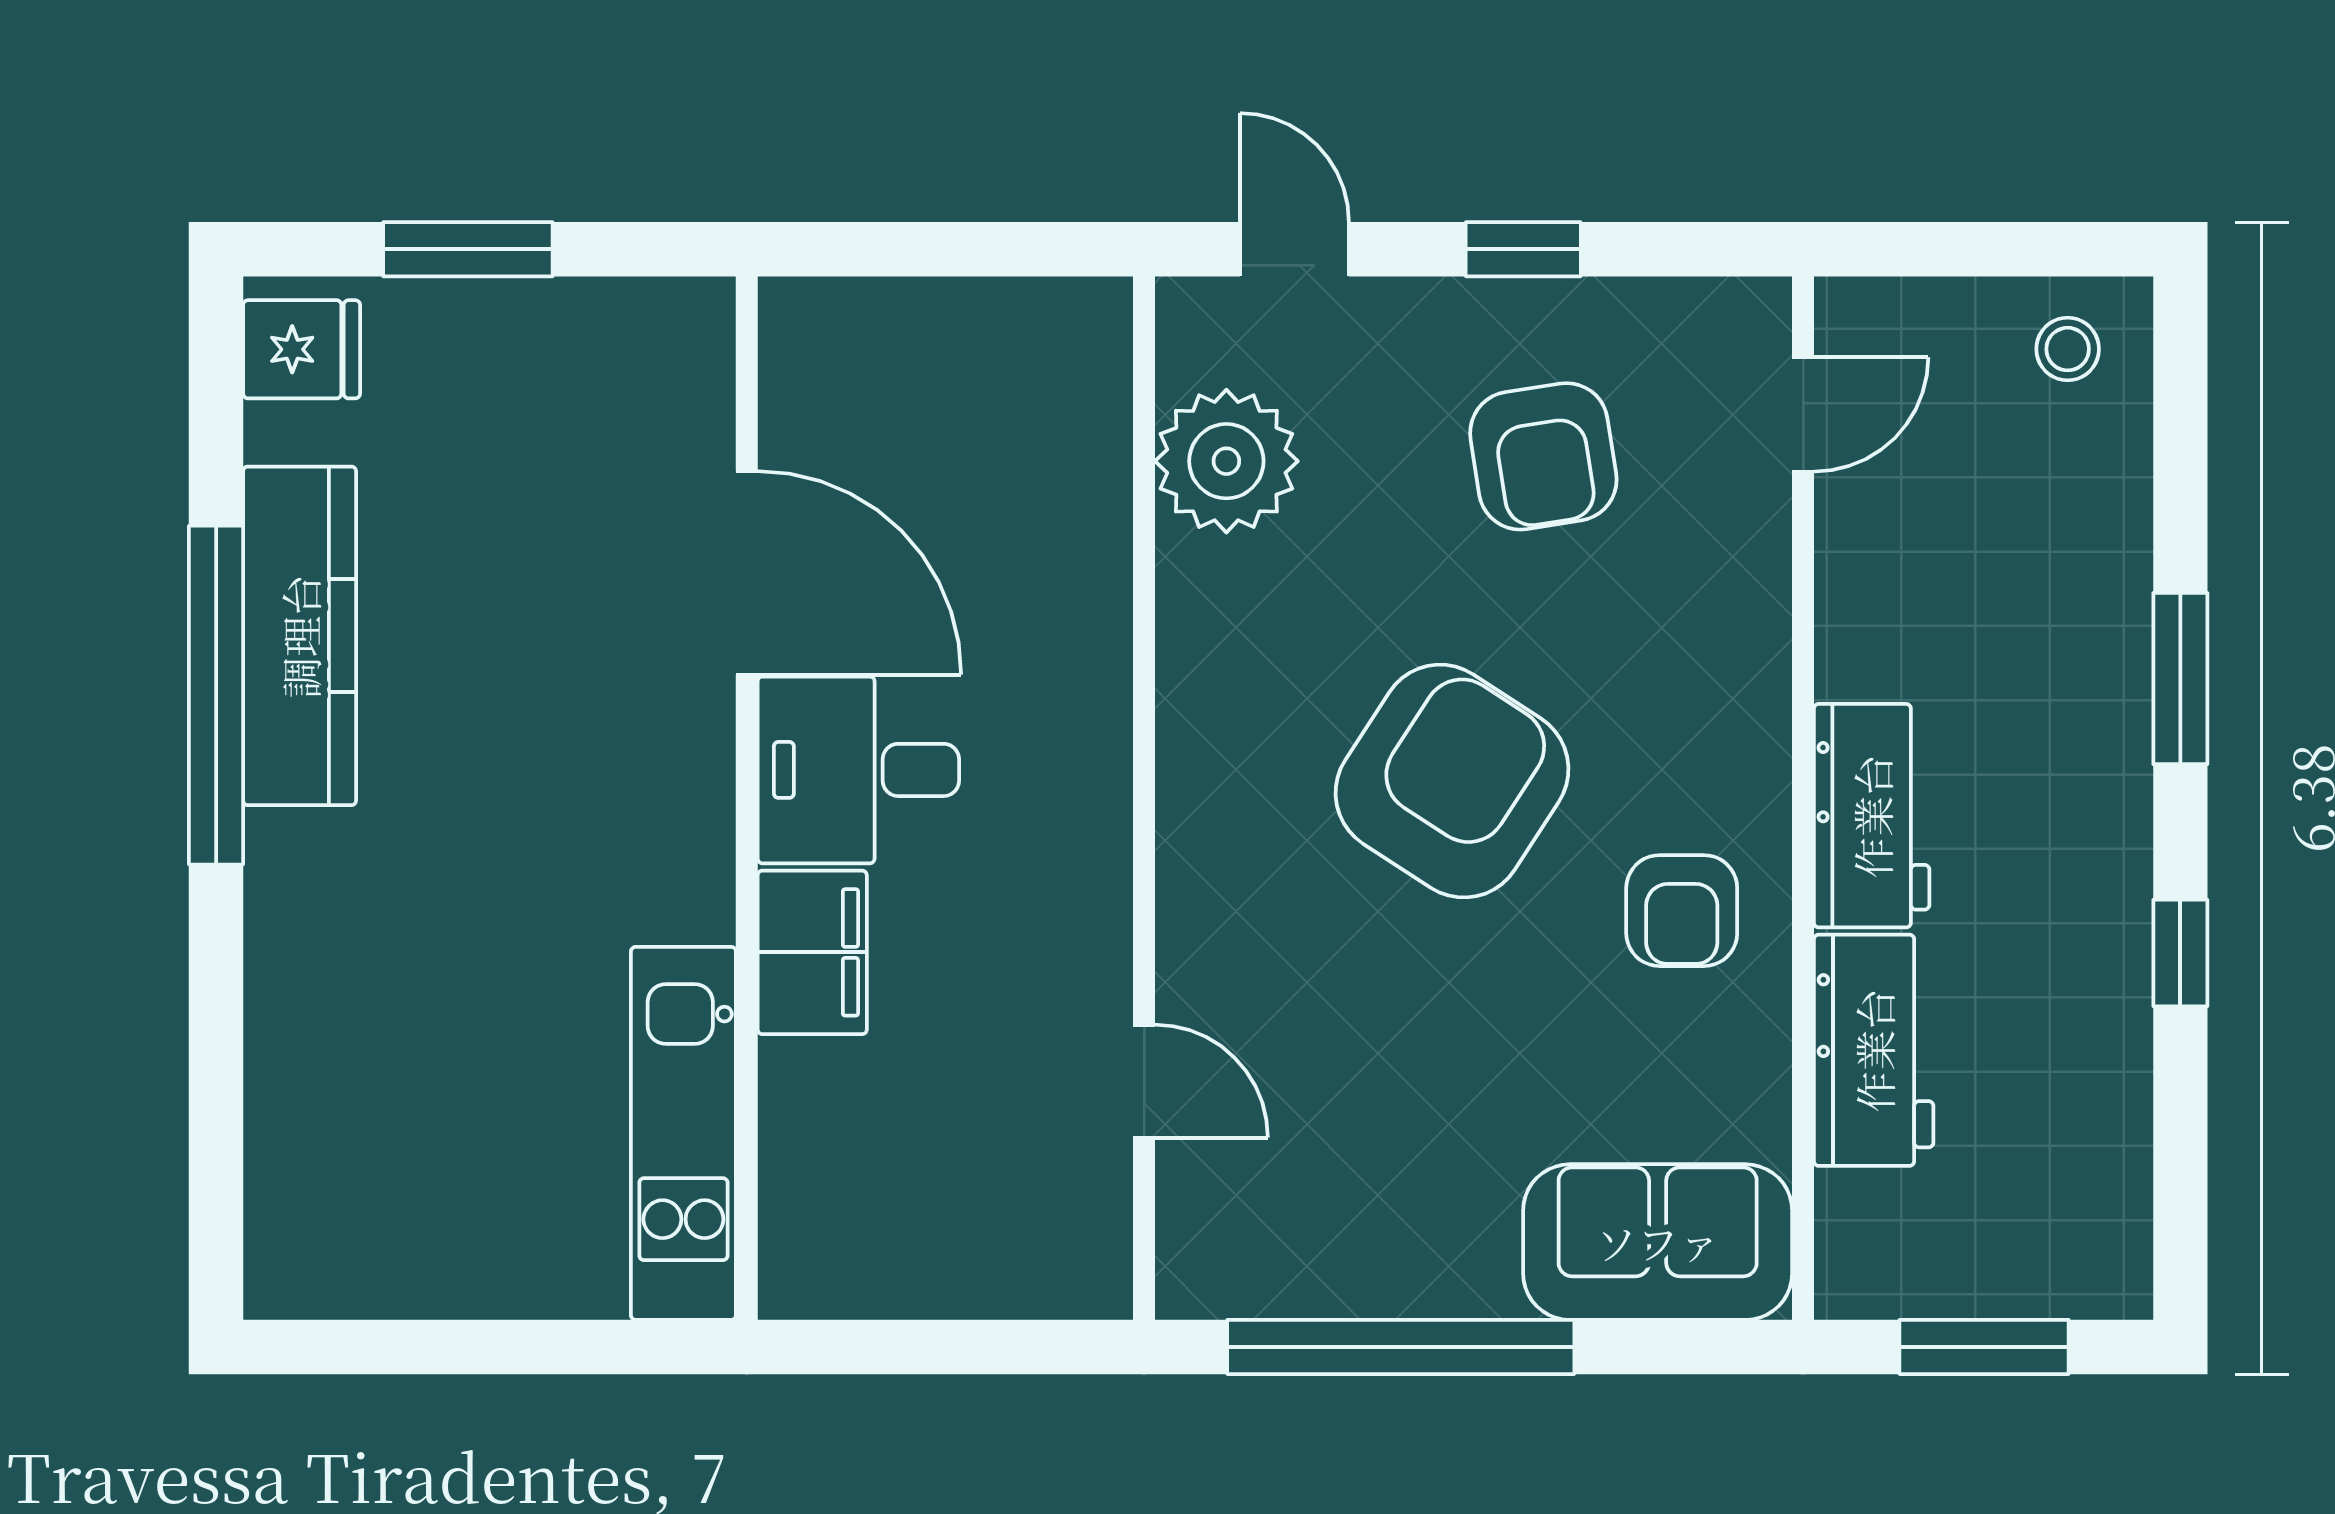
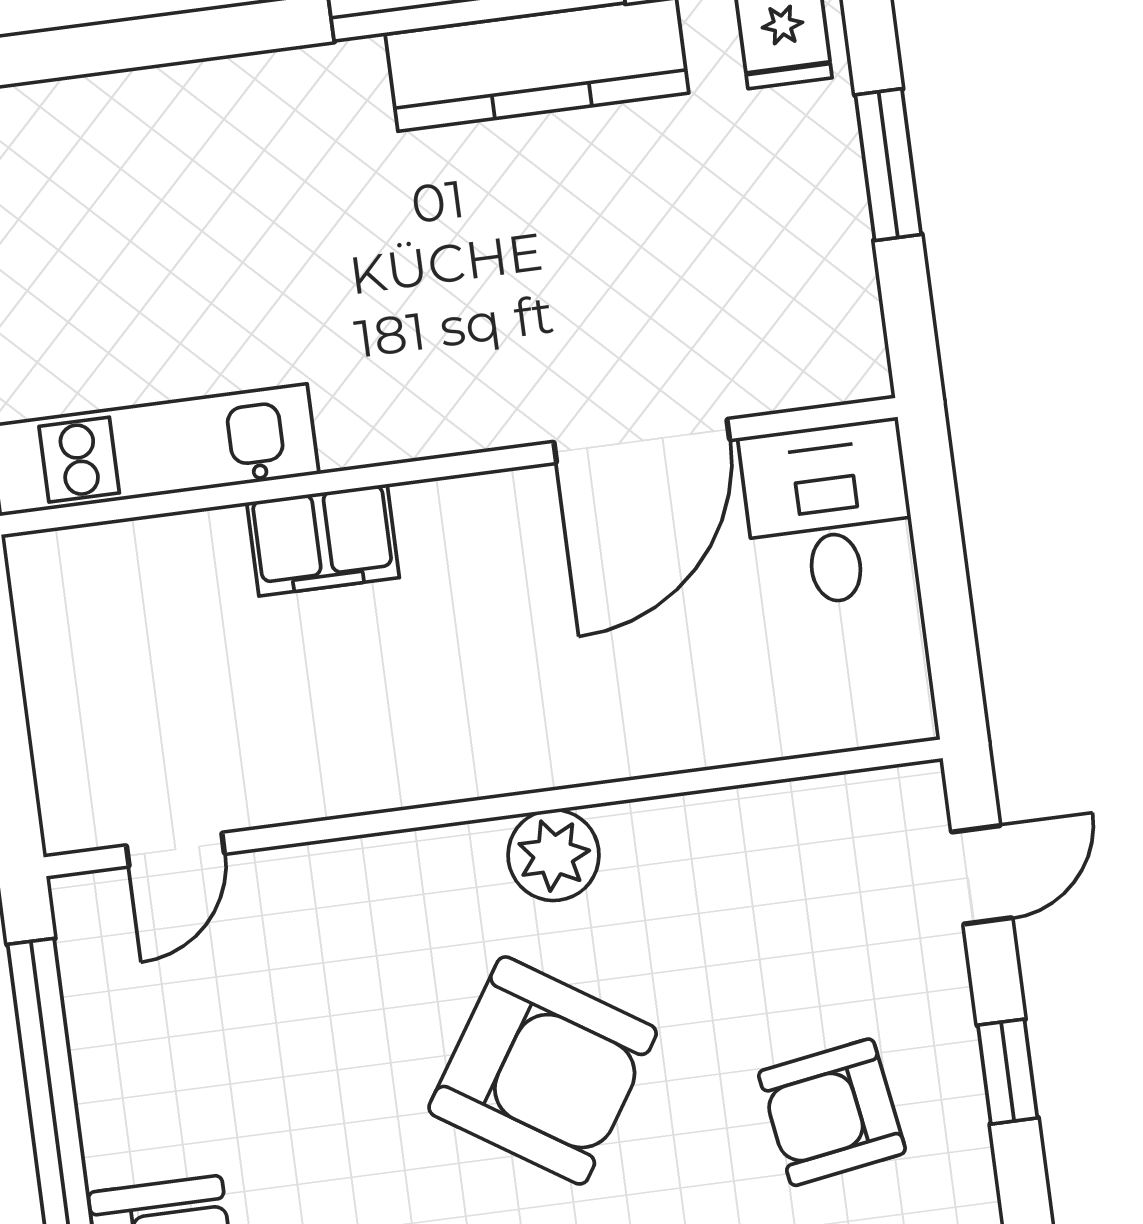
plant: (1226, 461) -> (554, 855), moved, width x0.73, depth x0.73
desk: (858, 770) -> (829, 514), moved
door: (1144, 1081) -> (175, 850), moved

